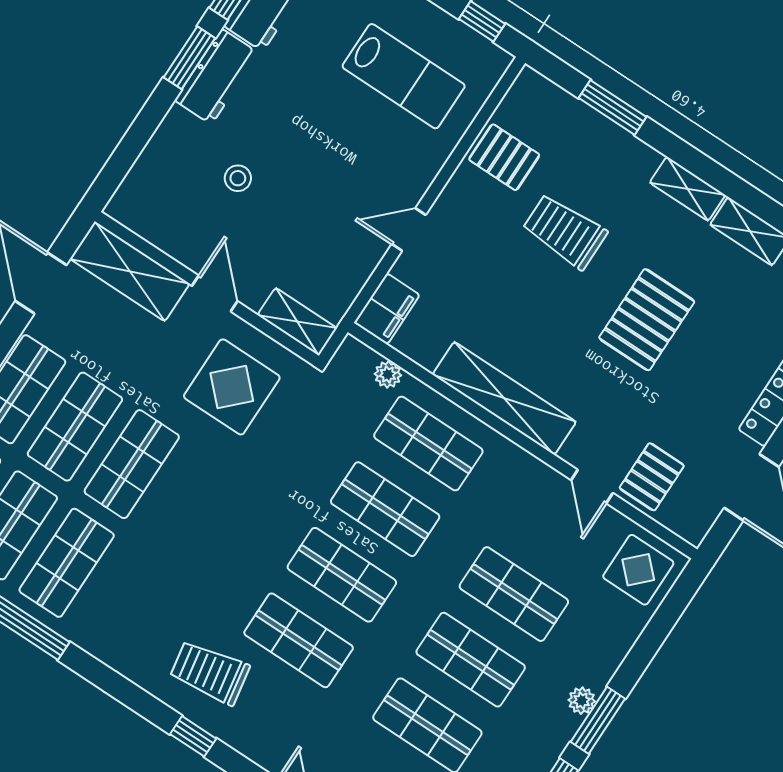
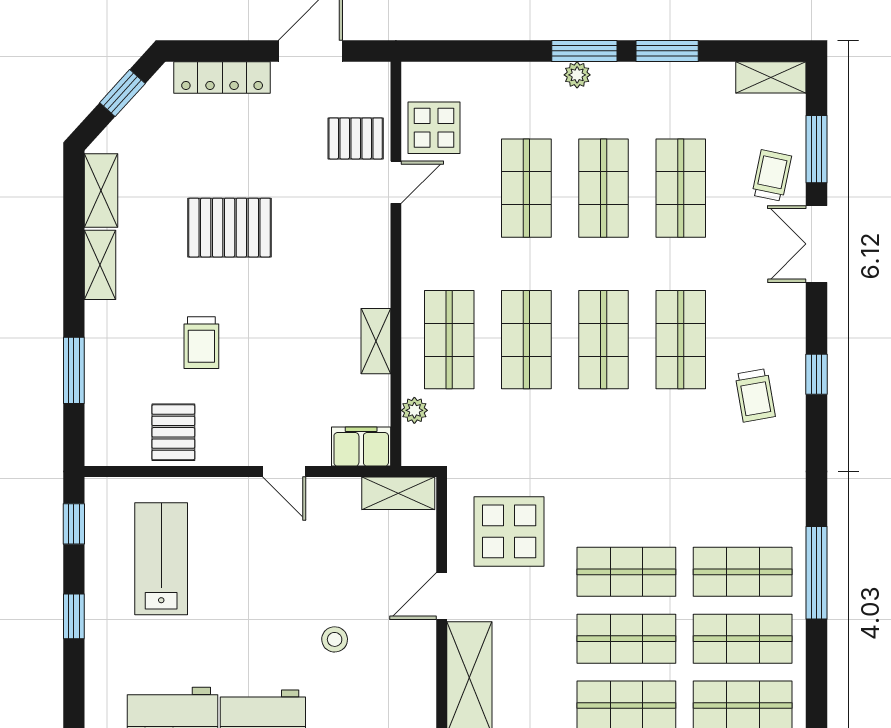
trolley: (565, 231) -> (201, 343), width x0.73, depth x0.72
shelving: (297, 322) -> (398, 493), moved, turned 90
shelving: (504, 398) -> (376, 341), width x0.45, depth x0.75
display table: (638, 570) -> (434, 128), moved
trolley: (210, 672) -> (755, 395), width x0.73, depth x0.72

